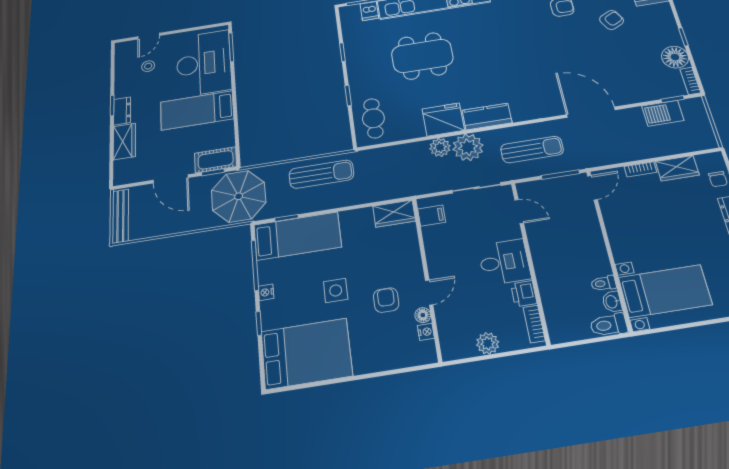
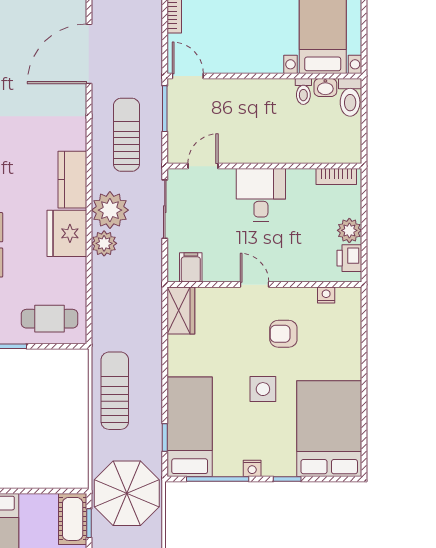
door: (429, 293) -> (254, 285), moved
printer: (524, 294) -> (349, 258), moved, turned 90
floor lamp: (423, 315) -> (307, 296), removed

